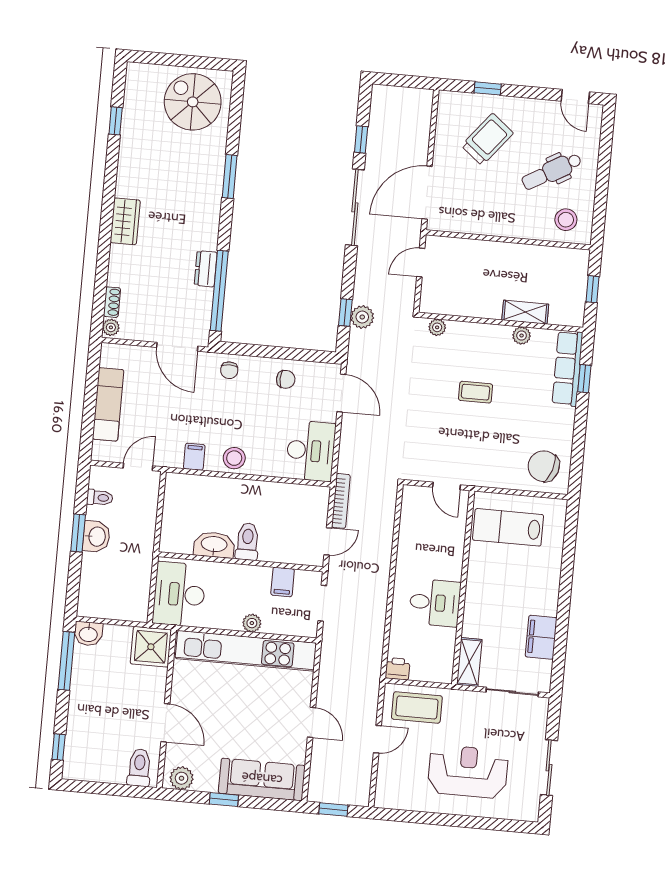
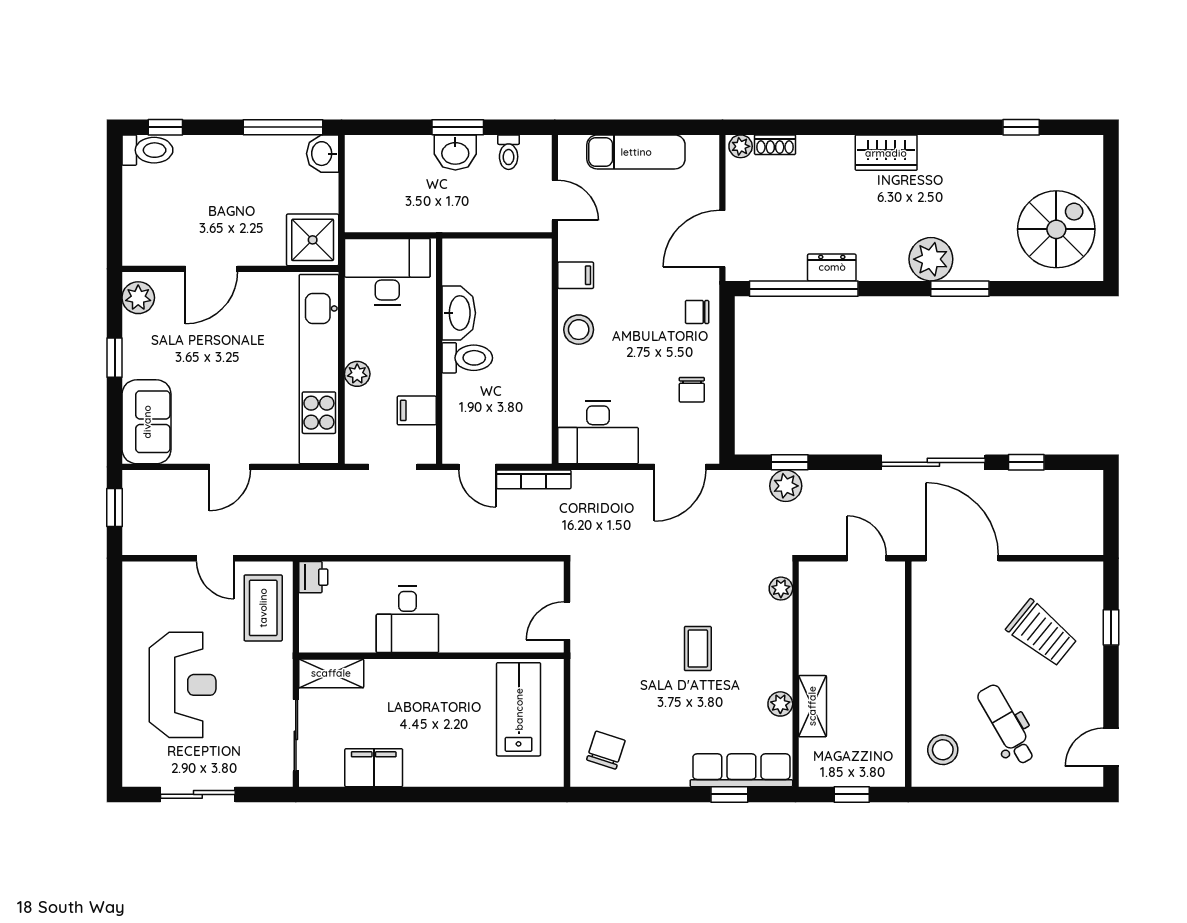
plant: (206, 196) -> (931, 259), added
chair: (544, 466) -> (606, 750), width x0.73, depth x0.73
toilet: (139, 768) -> (147, 150), moved
sofa: (262, 779) -> (147, 422), width x0.73

